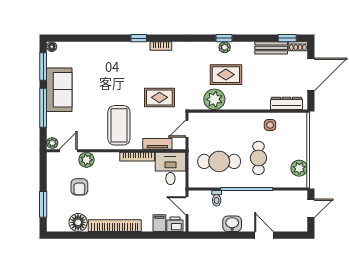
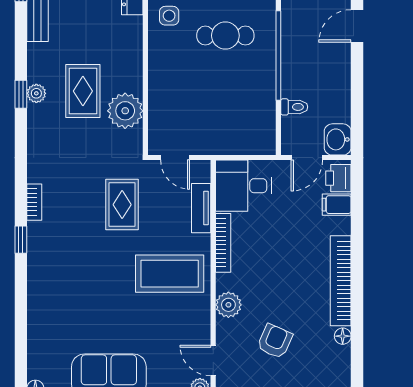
plant: (86, 160) -> (228, 305), moved
cafe table: (219, 161) -> (231, 103), removed
armchair: (79, 187) -> (275, 341), turned -66
floor lamp: (78, 222) -> (343, 336), width x0.53, depth x0.53
washbasin: (232, 224) -> (338, 139), moved

